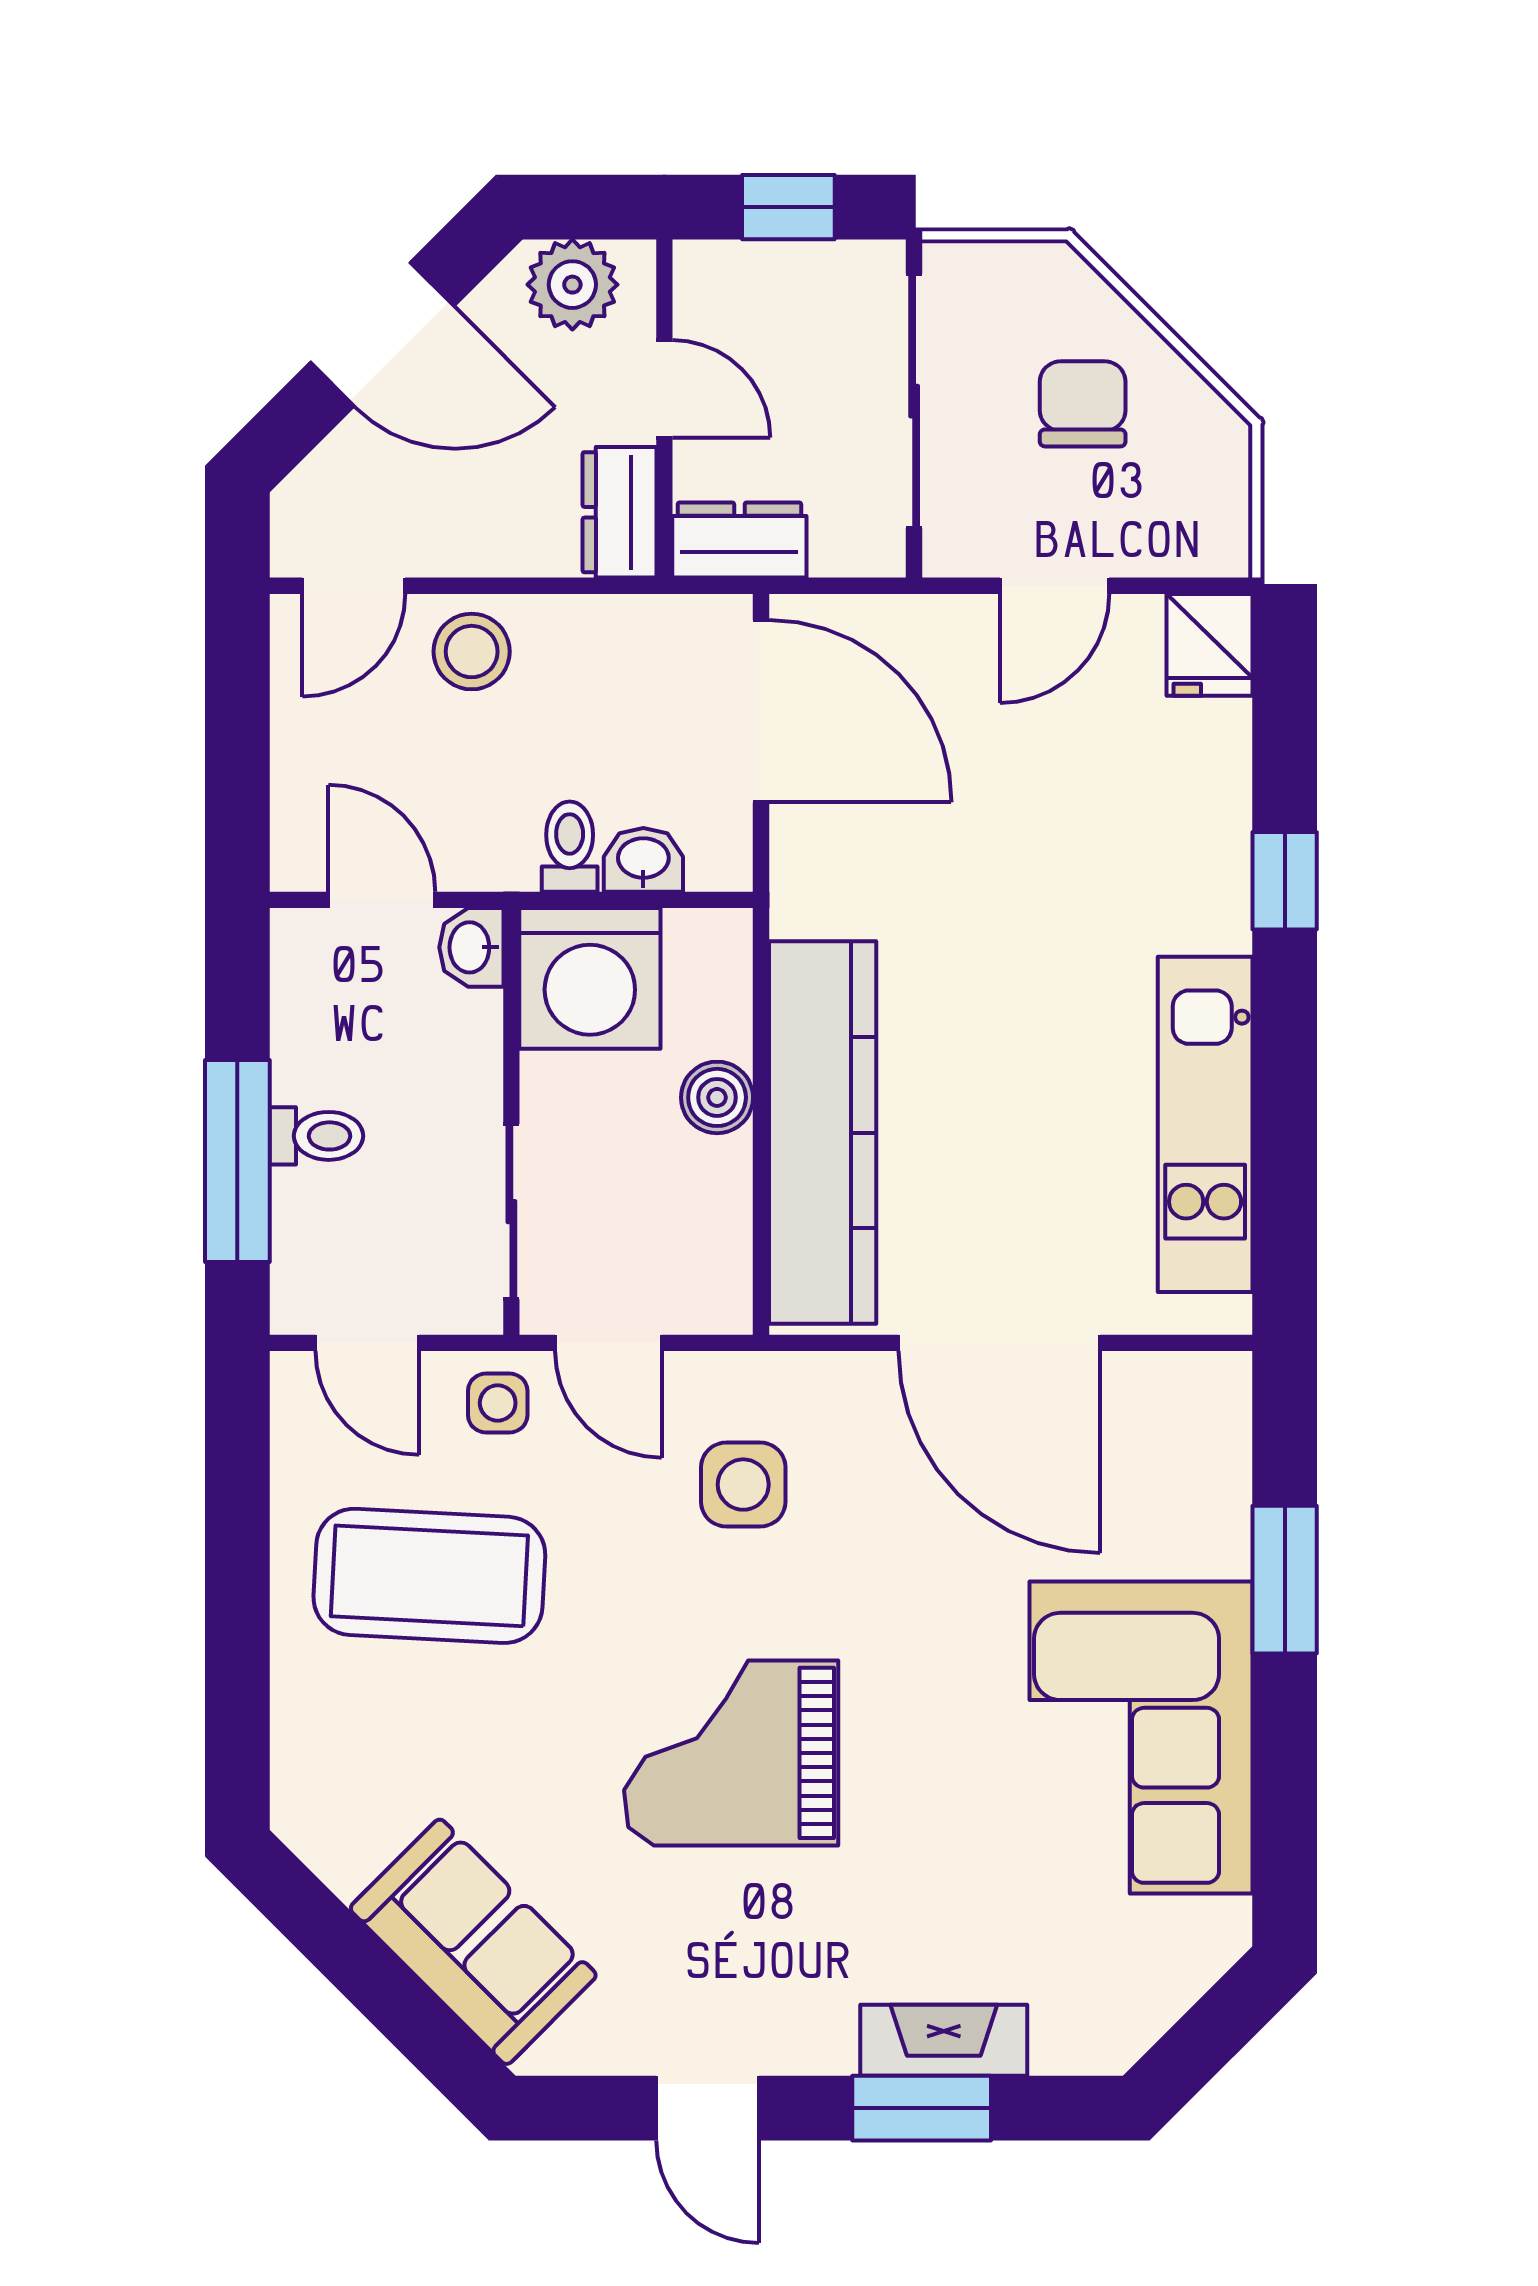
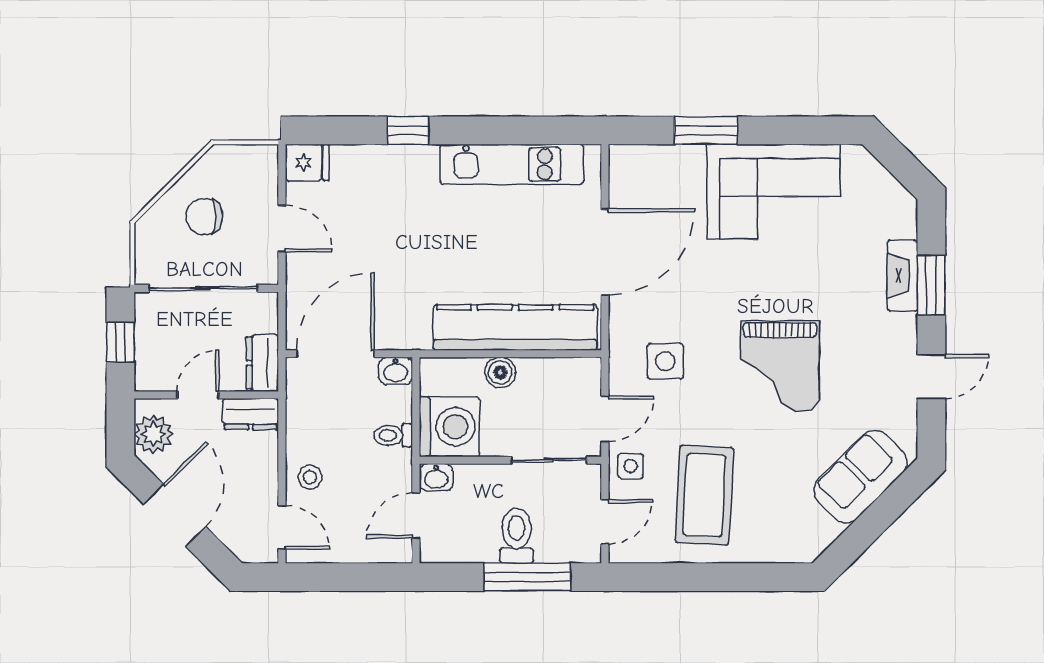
stool: (472, 652) -> (310, 477), width x0.73, depth x0.73
washbasin: (643, 860) -> (396, 371), moved, turned -90
toilet: (316, 1136) -> (517, 536), width x1.37, depth x1.39

